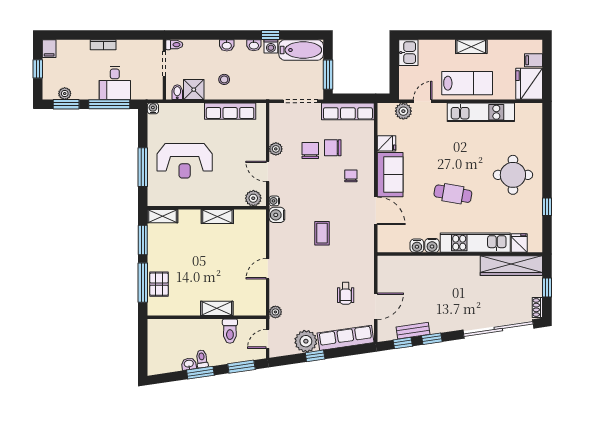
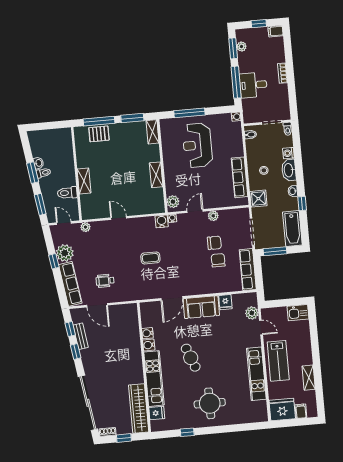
washbasin: (227, 45) -> (289, 170), width x1.91, depth x1.45
washing machine: (271, 46) -> (288, 153), moved
shelving: (471, 47) -> (309, 378), moved
shower: (194, 90) -> (258, 199), moved
chair: (351, 176) -> (197, 277), removed
cafe table: (453, 194) -> (191, 358), turned -31

